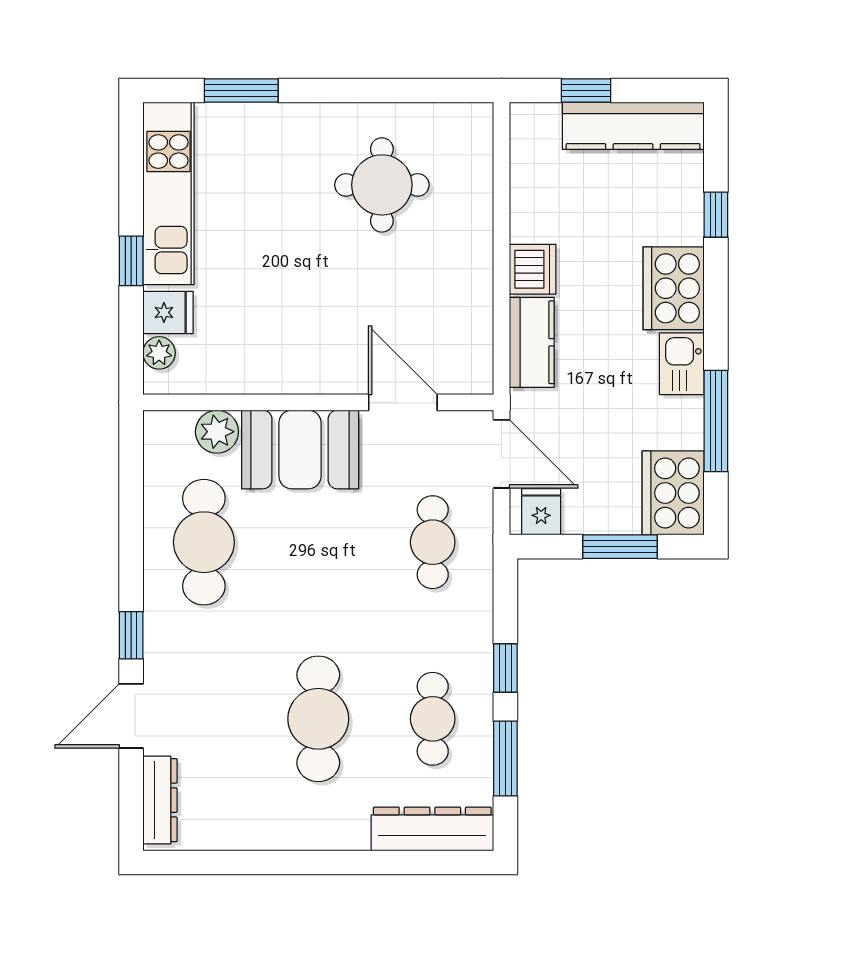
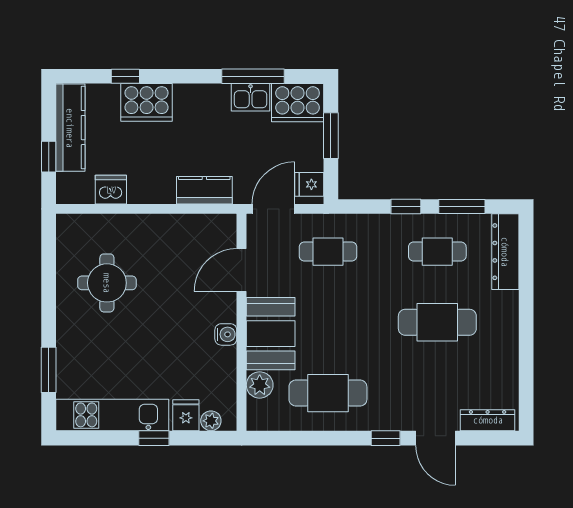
dishwasher: (533, 269) -> (111, 190), moved
cooker: (674, 288) -> (147, 102), moved
kitchen sink: (682, 364) -> (251, 97), moved
water cooler: (299, 377) -> (226, 334), added

